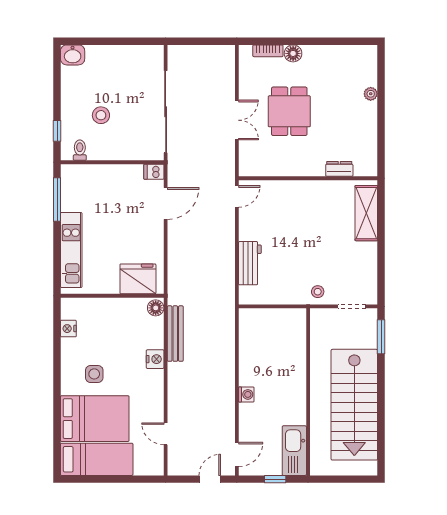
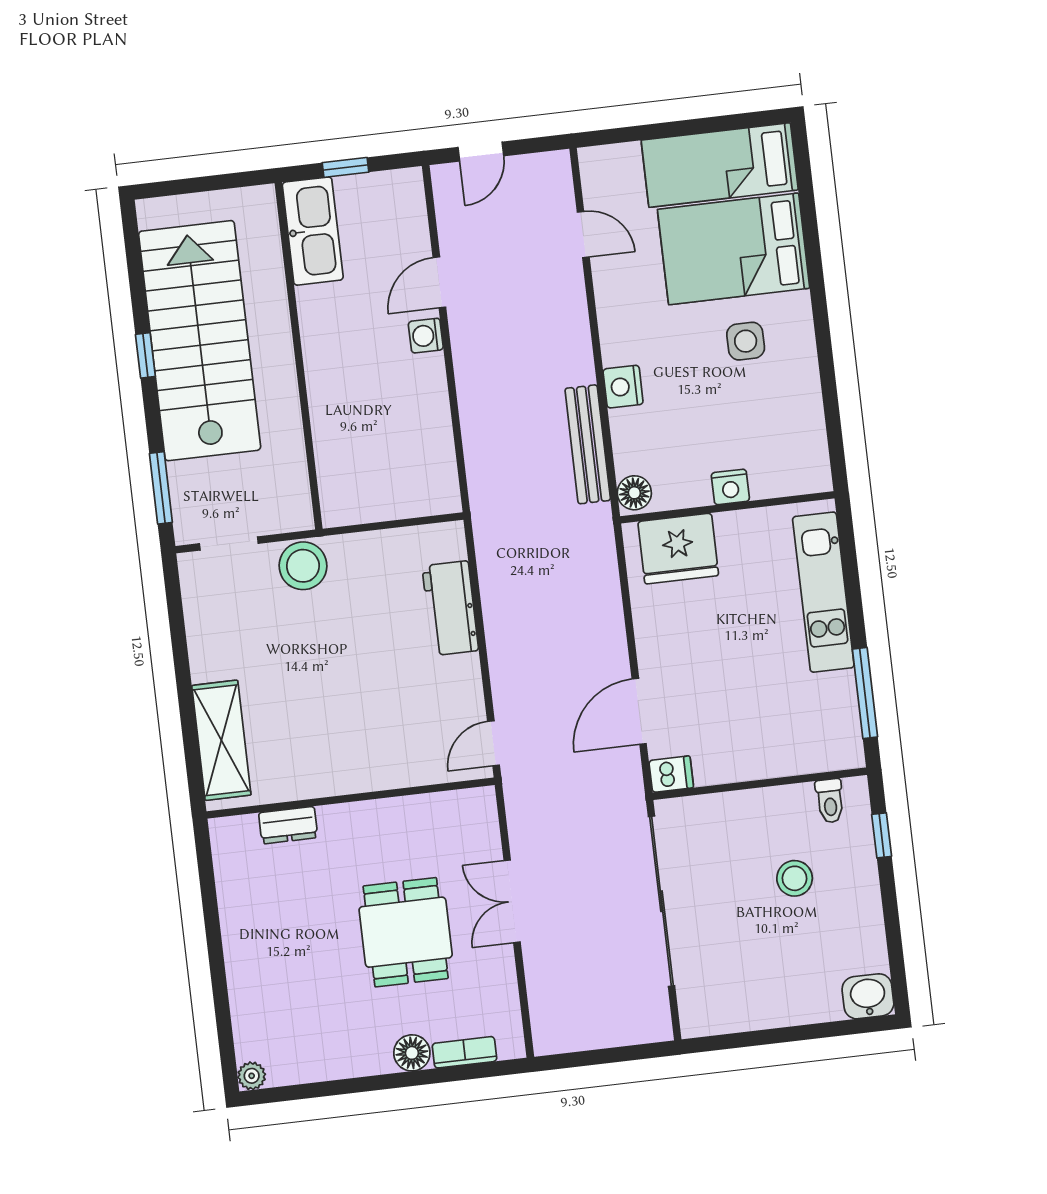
plant: (371, 94) -> (252, 1076), moved
stool: (318, 292) -> (303, 566), width x1.89, depth x1.89
nightstand: (68, 329) -> (730, 487), moved, turned 90
window: (381, 401) -> (145, 355), added
door: (237, 454) -> (439, 282), moved

